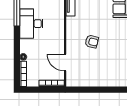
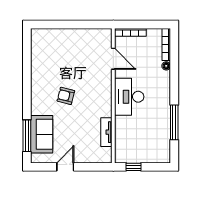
desk: (31, 24) -> (129, 97), moved, turned 180
armchair: (92, 42) -> (66, 96), moved

